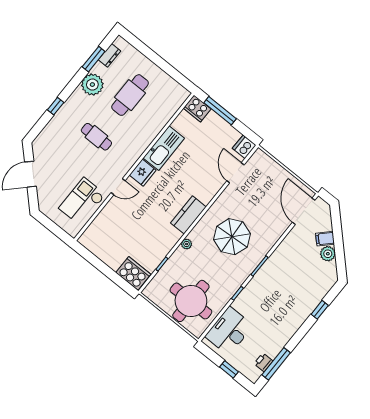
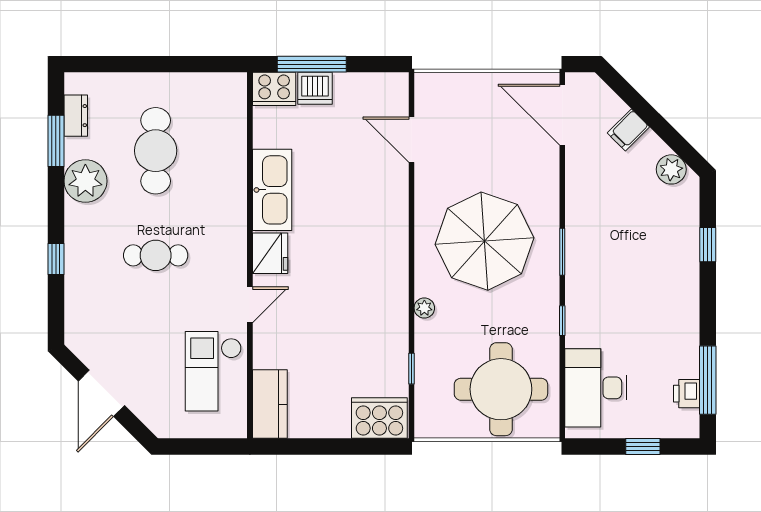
dishwasher: (244, 147) -> (315, 88), moved, turned -90
kitchen counter: (188, 215) -> (270, 404), moved, turned 180
parasol: (232, 237) -> (485, 241), width x1.36, depth x1.36
plant: (328, 254) -> (671, 169), moved

